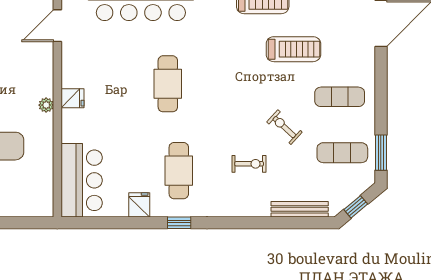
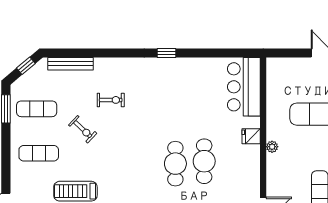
fridge: (73, 98) -> (251, 136), moved
exercise bike: (249, 164) -> (111, 100), turned 180
cafe table: (179, 171) -> (204, 161), moved
fridge: (139, 205) -> (198, 67), removed

